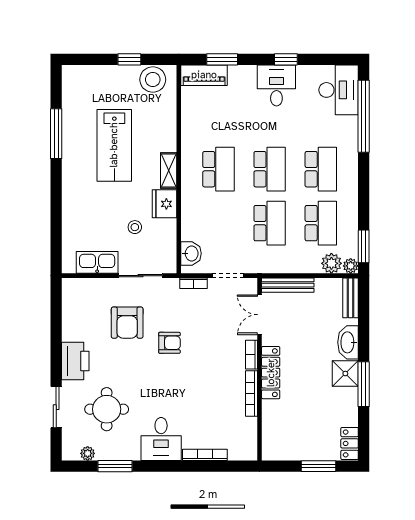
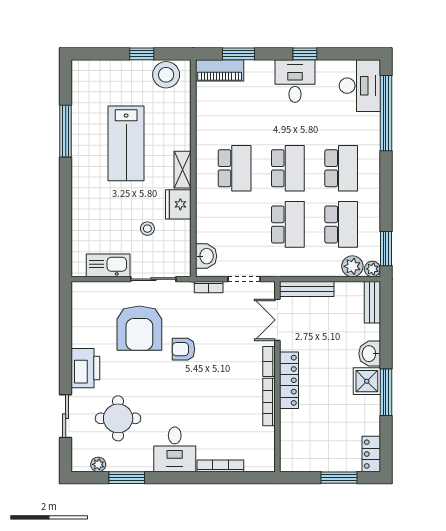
armchair: (127, 323) -> (139, 328), width x1.36, depth x1.36
washbasin: (348, 342) -> (370, 354), width x0.72
armchair: (169, 343) -> (183, 349), turned 180

